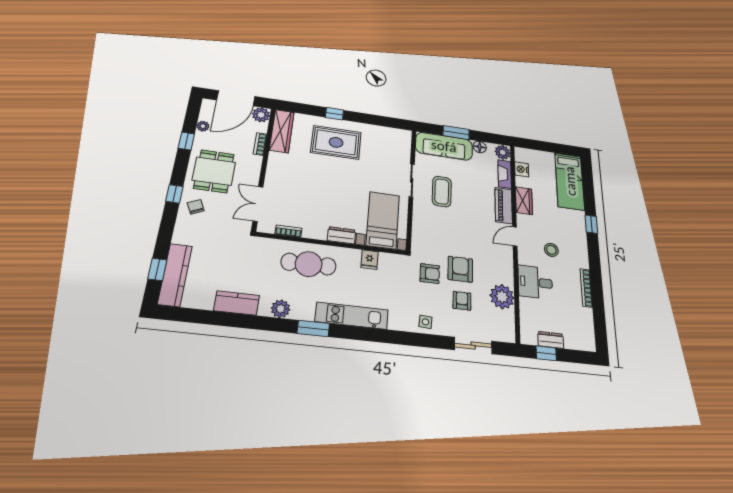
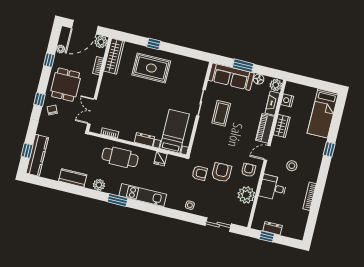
armchair: (462, 301) -> (249, 170), moved

